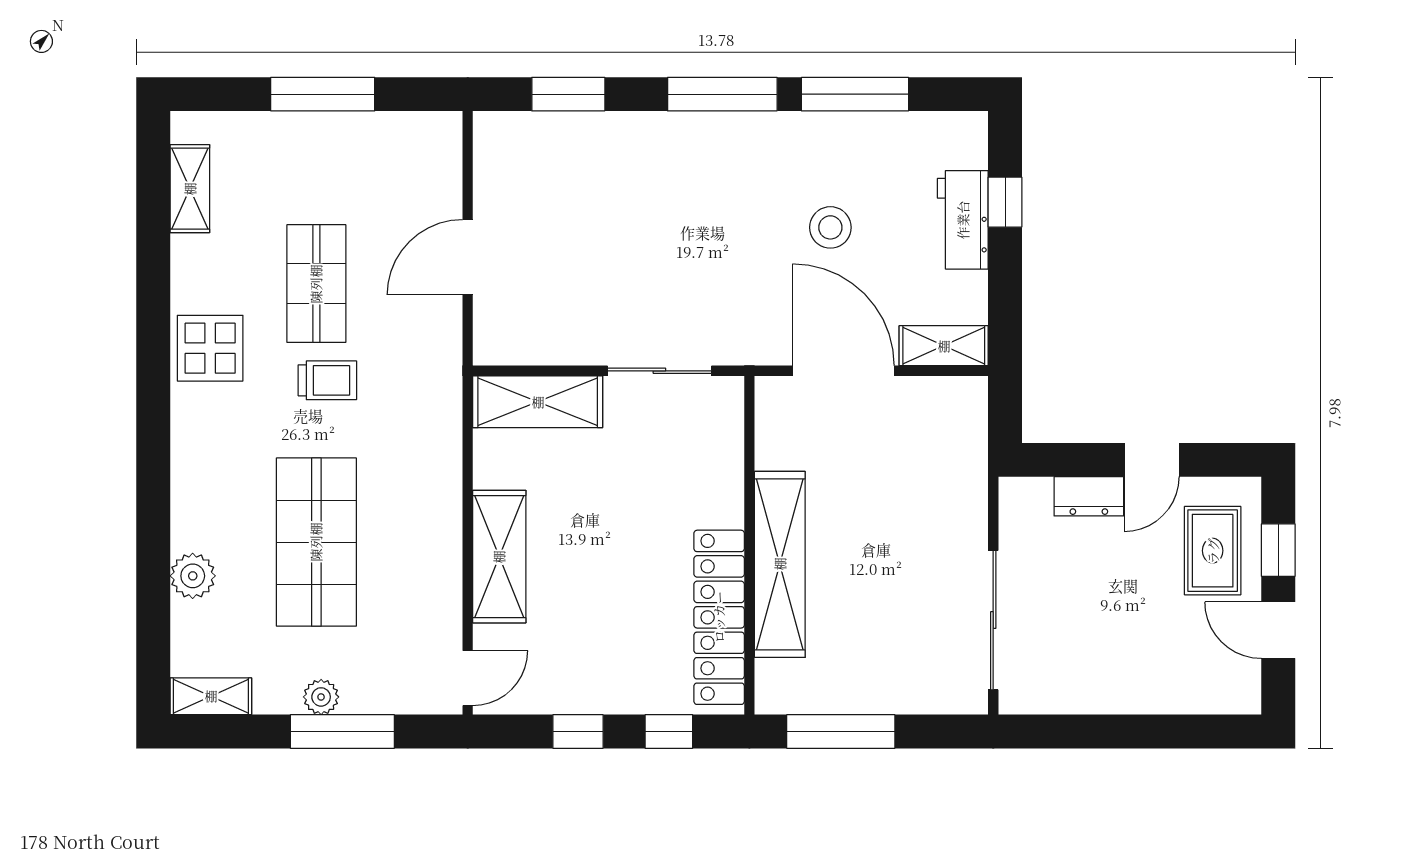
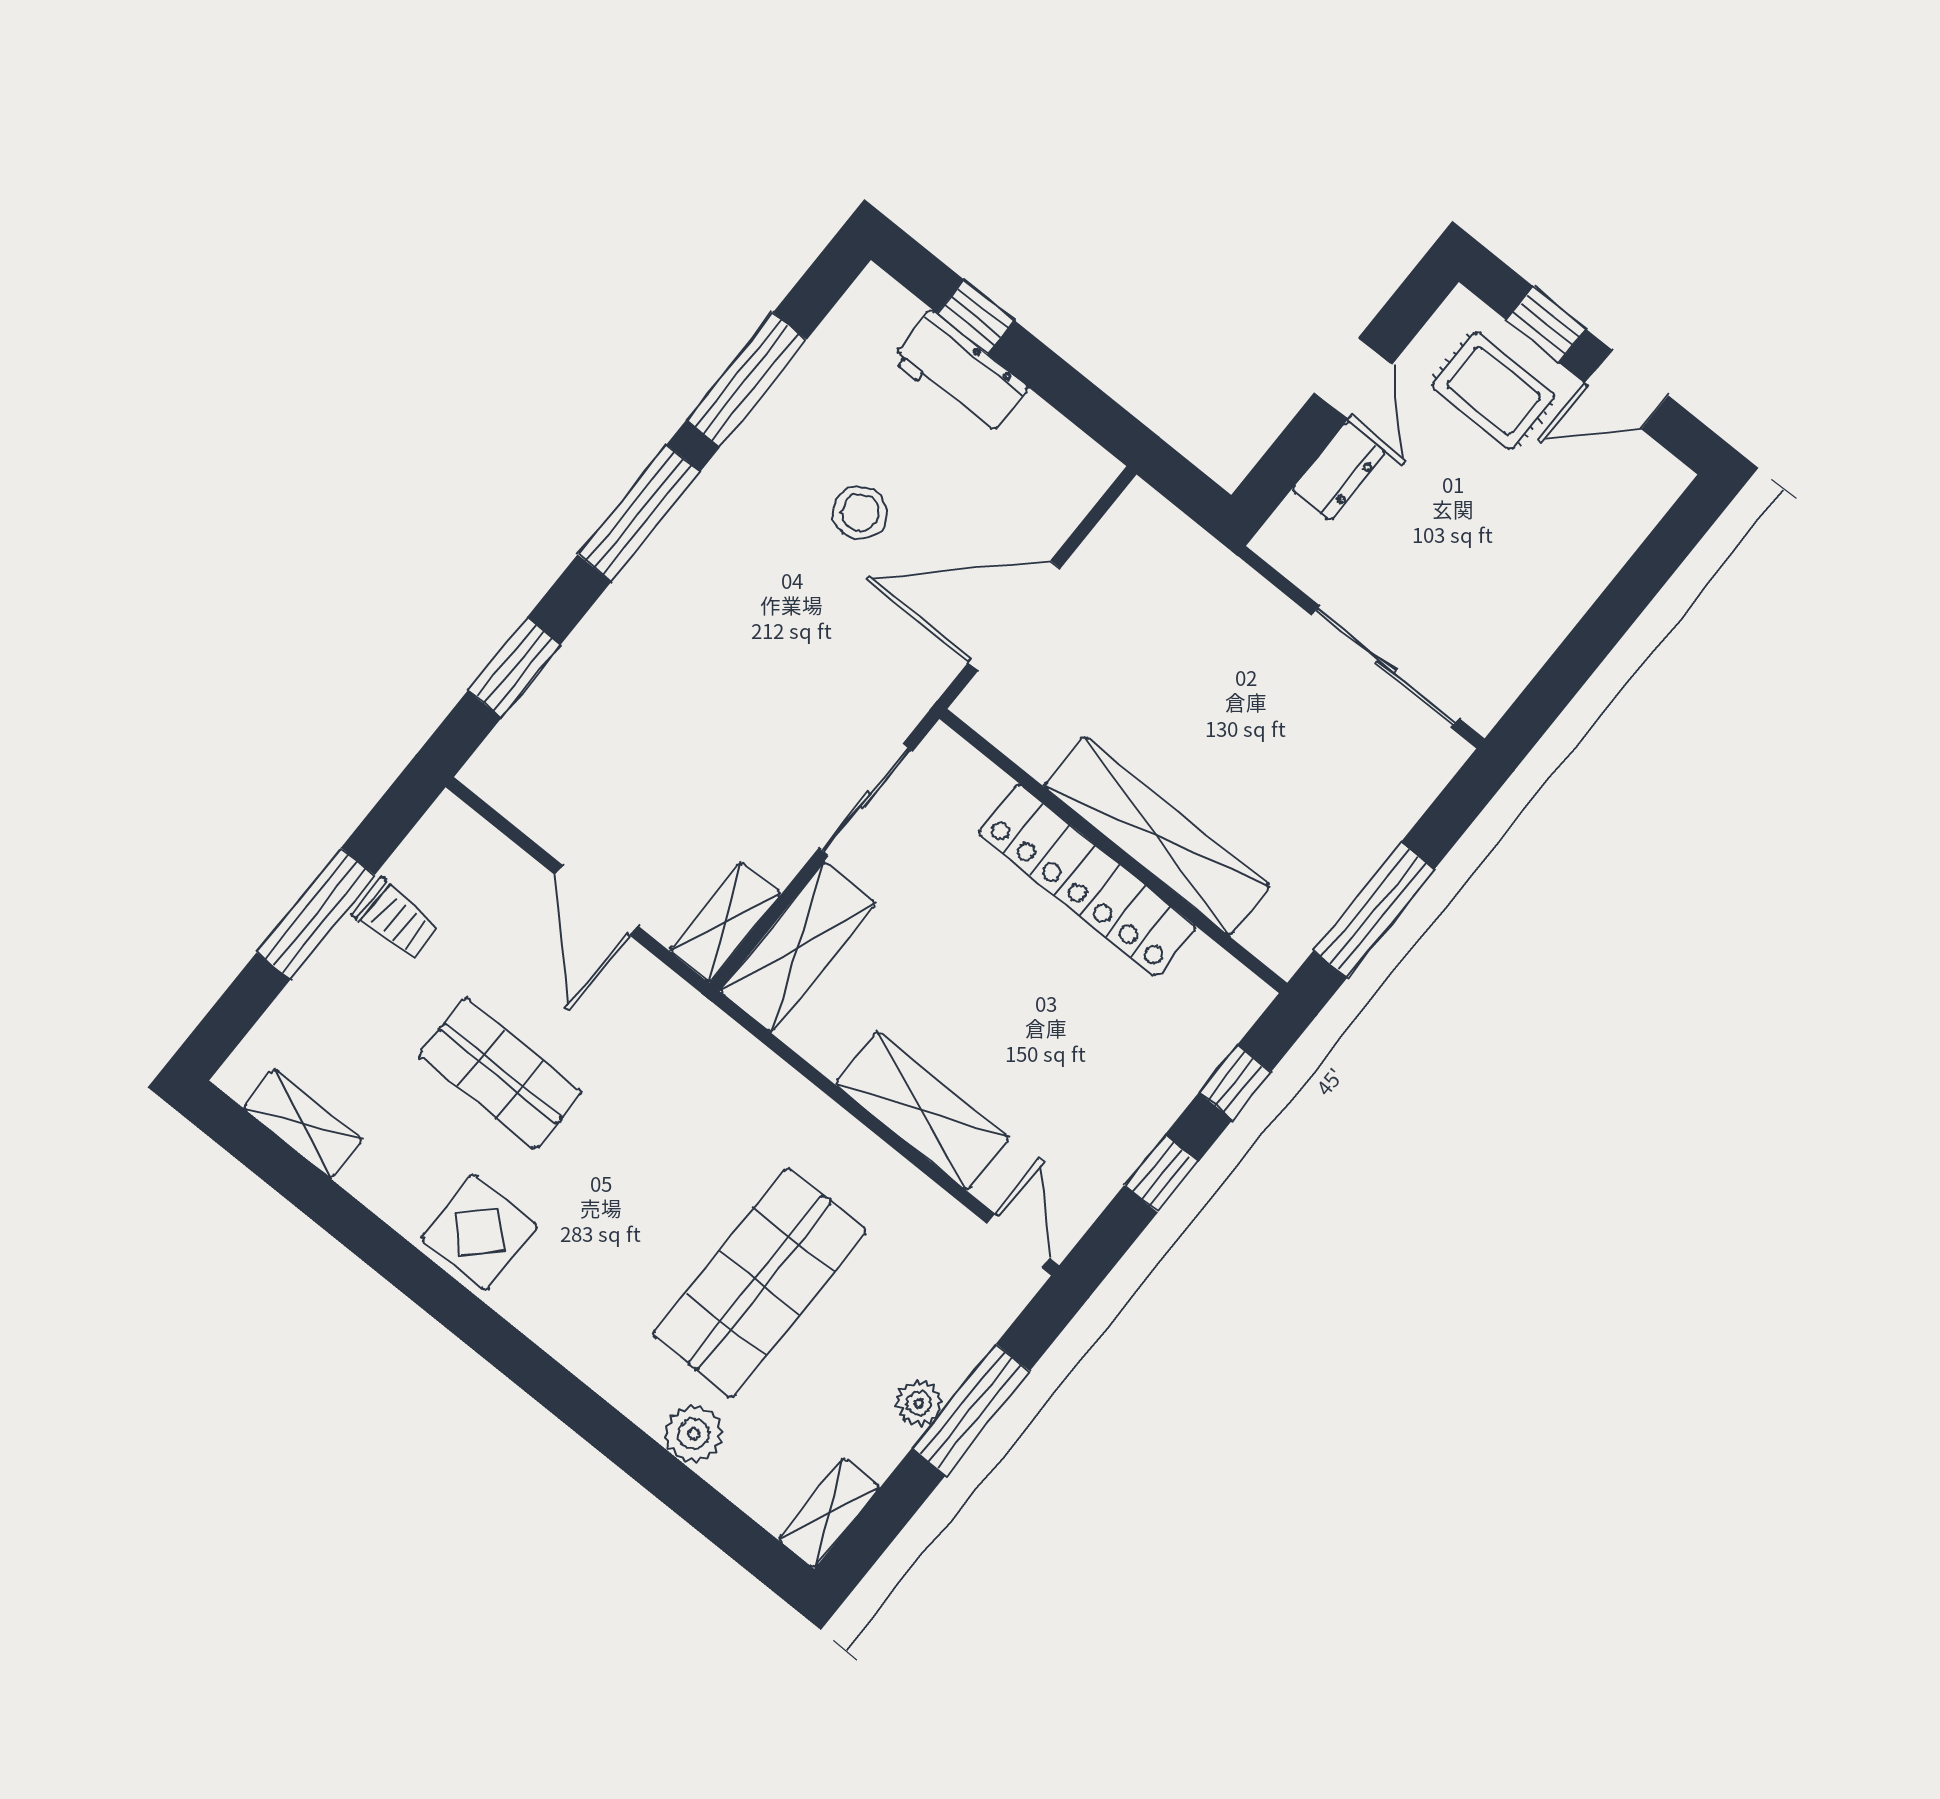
shelving: (944, 346) -> (725, 922), moved
trolley: (327, 380) -> (396, 919), moved, turned 90
shop shelf: (316, 542) -> (760, 1283), turned 90
locker: (719, 617) -> (1087, 880), moved

